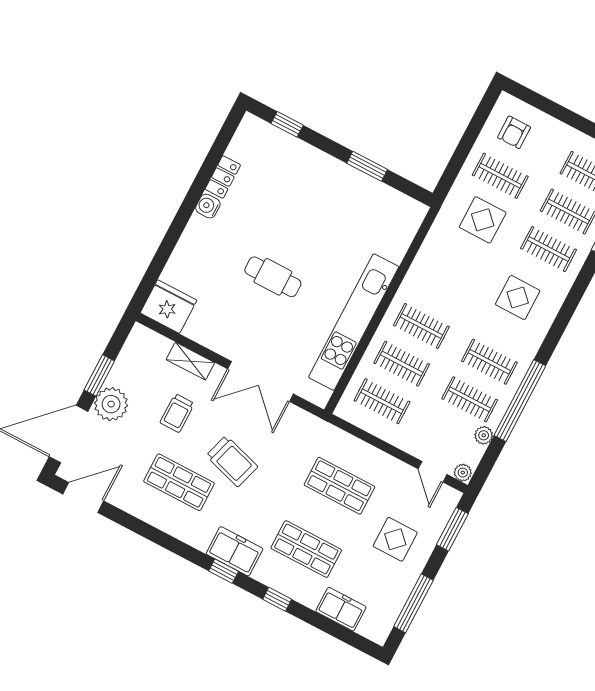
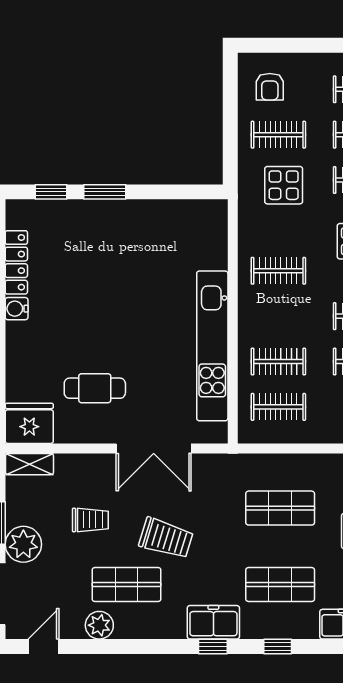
window: (367, 166) -> (105, 192), moved
locker: (223, 177) -> (16, 262), width x1.53
cafe table: (273, 277) -> (95, 388), moved
clothes rail: (421, 326) -> (278, 271), moved
shelving: (190, 361) -> (29, 464), moved
trolley: (177, 413) -> (90, 520), turned -90
door: (83, 497) -> (43, 646), width x0.73
plant: (139, 504) -> (99, 625), added

